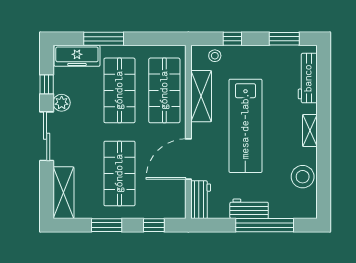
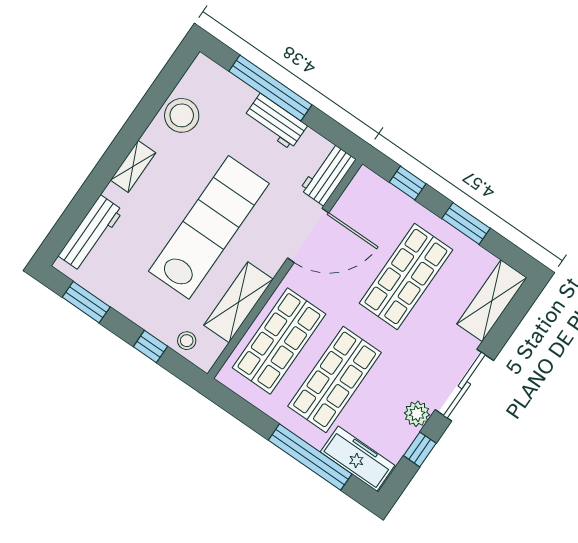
window: (104, 39) -> (310, 457), width x1.46

